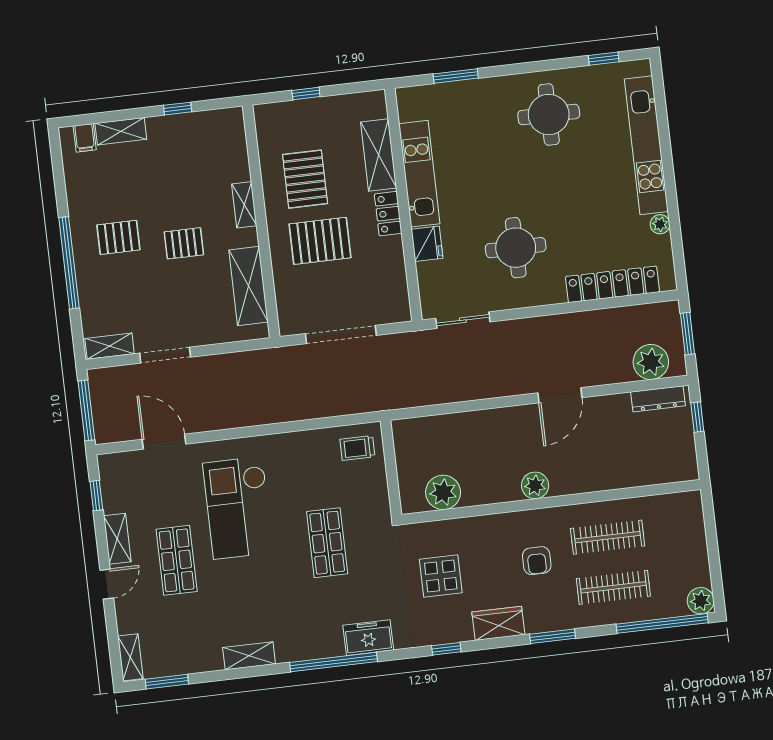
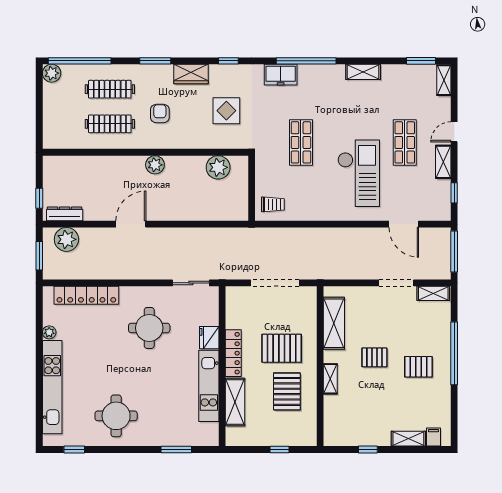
locker: (388, 214) -> (233, 353), width x1.53

